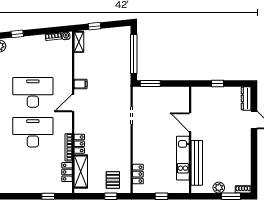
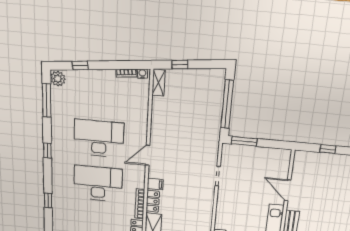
filing cabinet: (81, 84) -> (155, 184), moved

